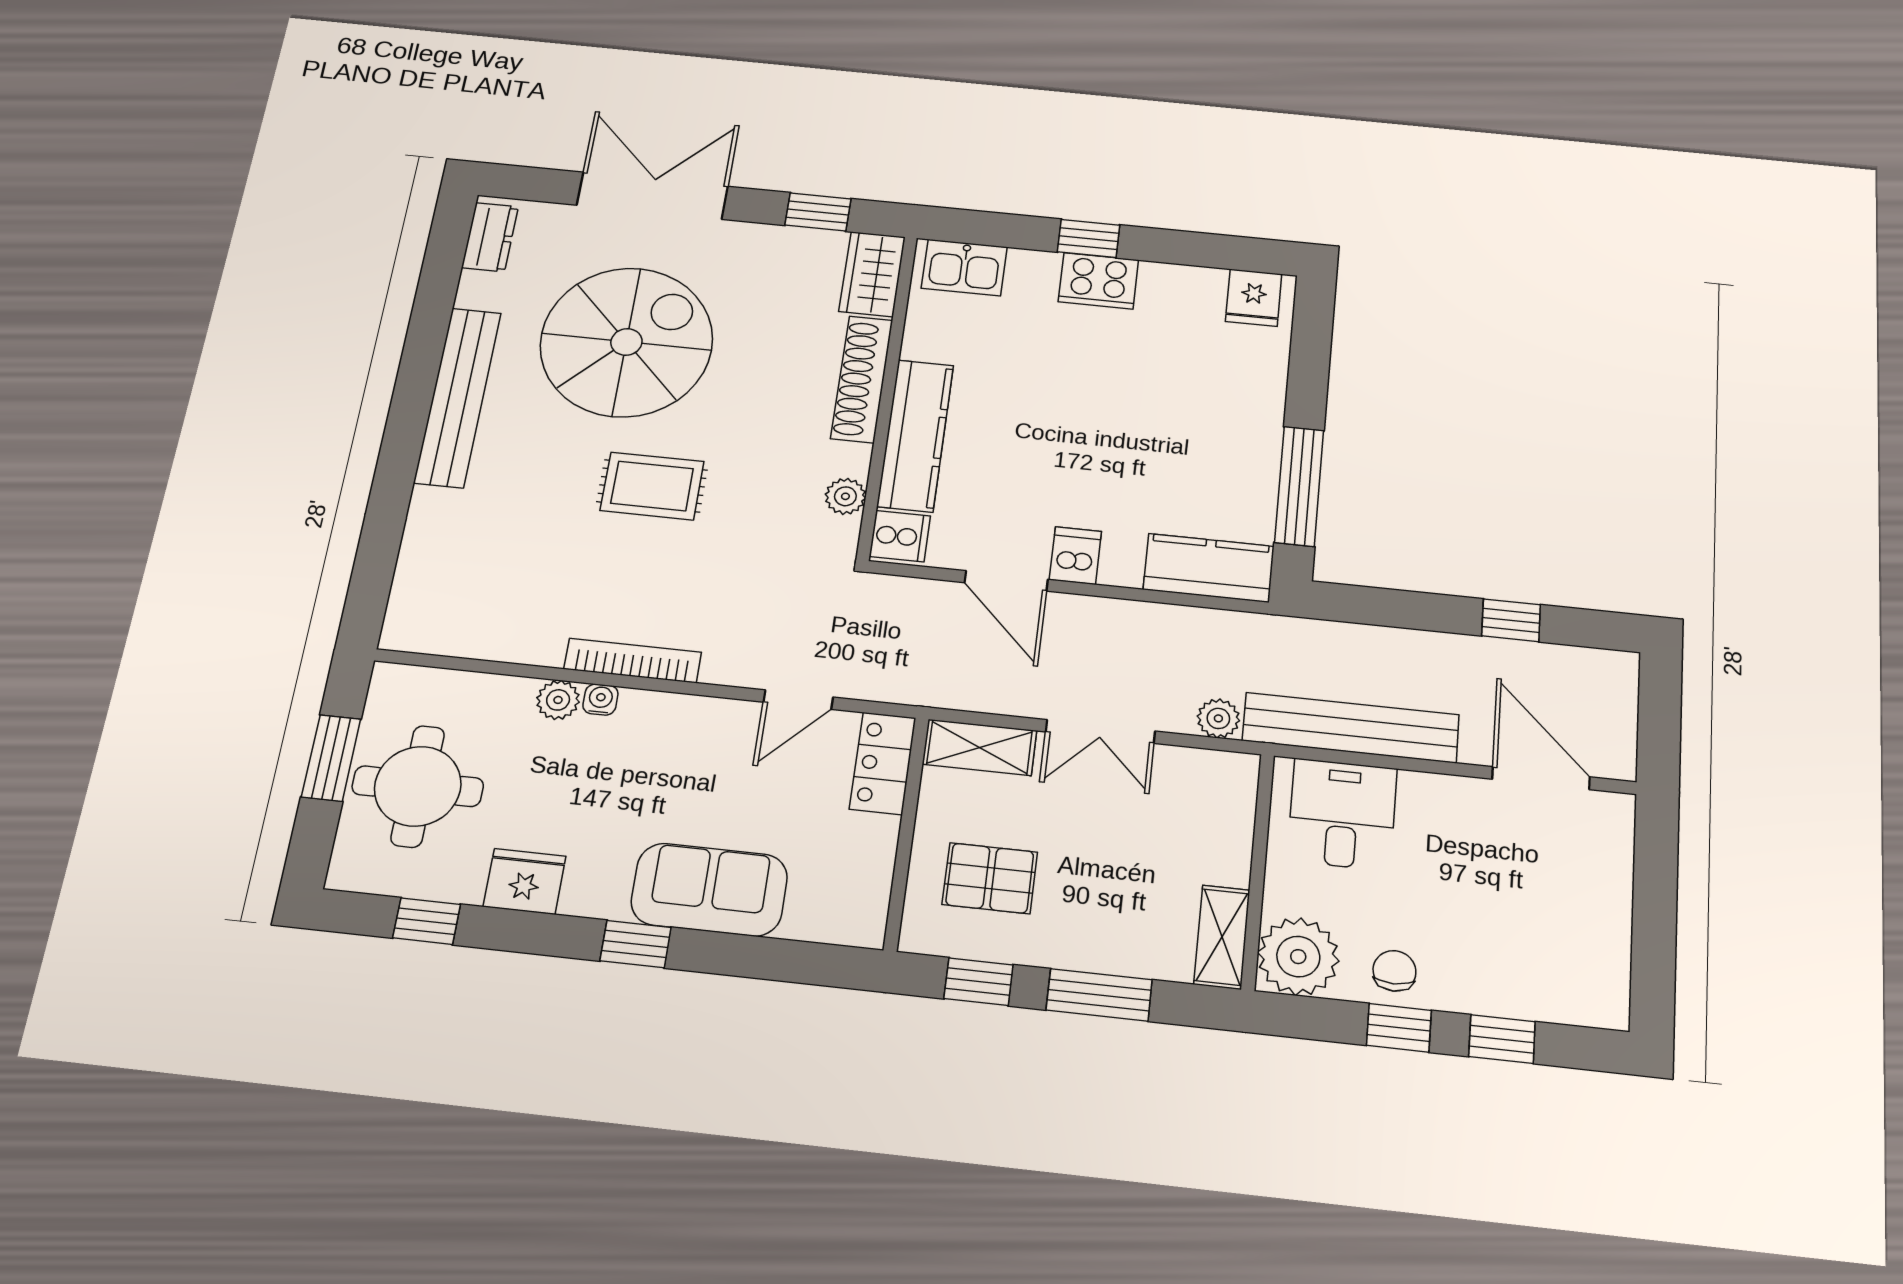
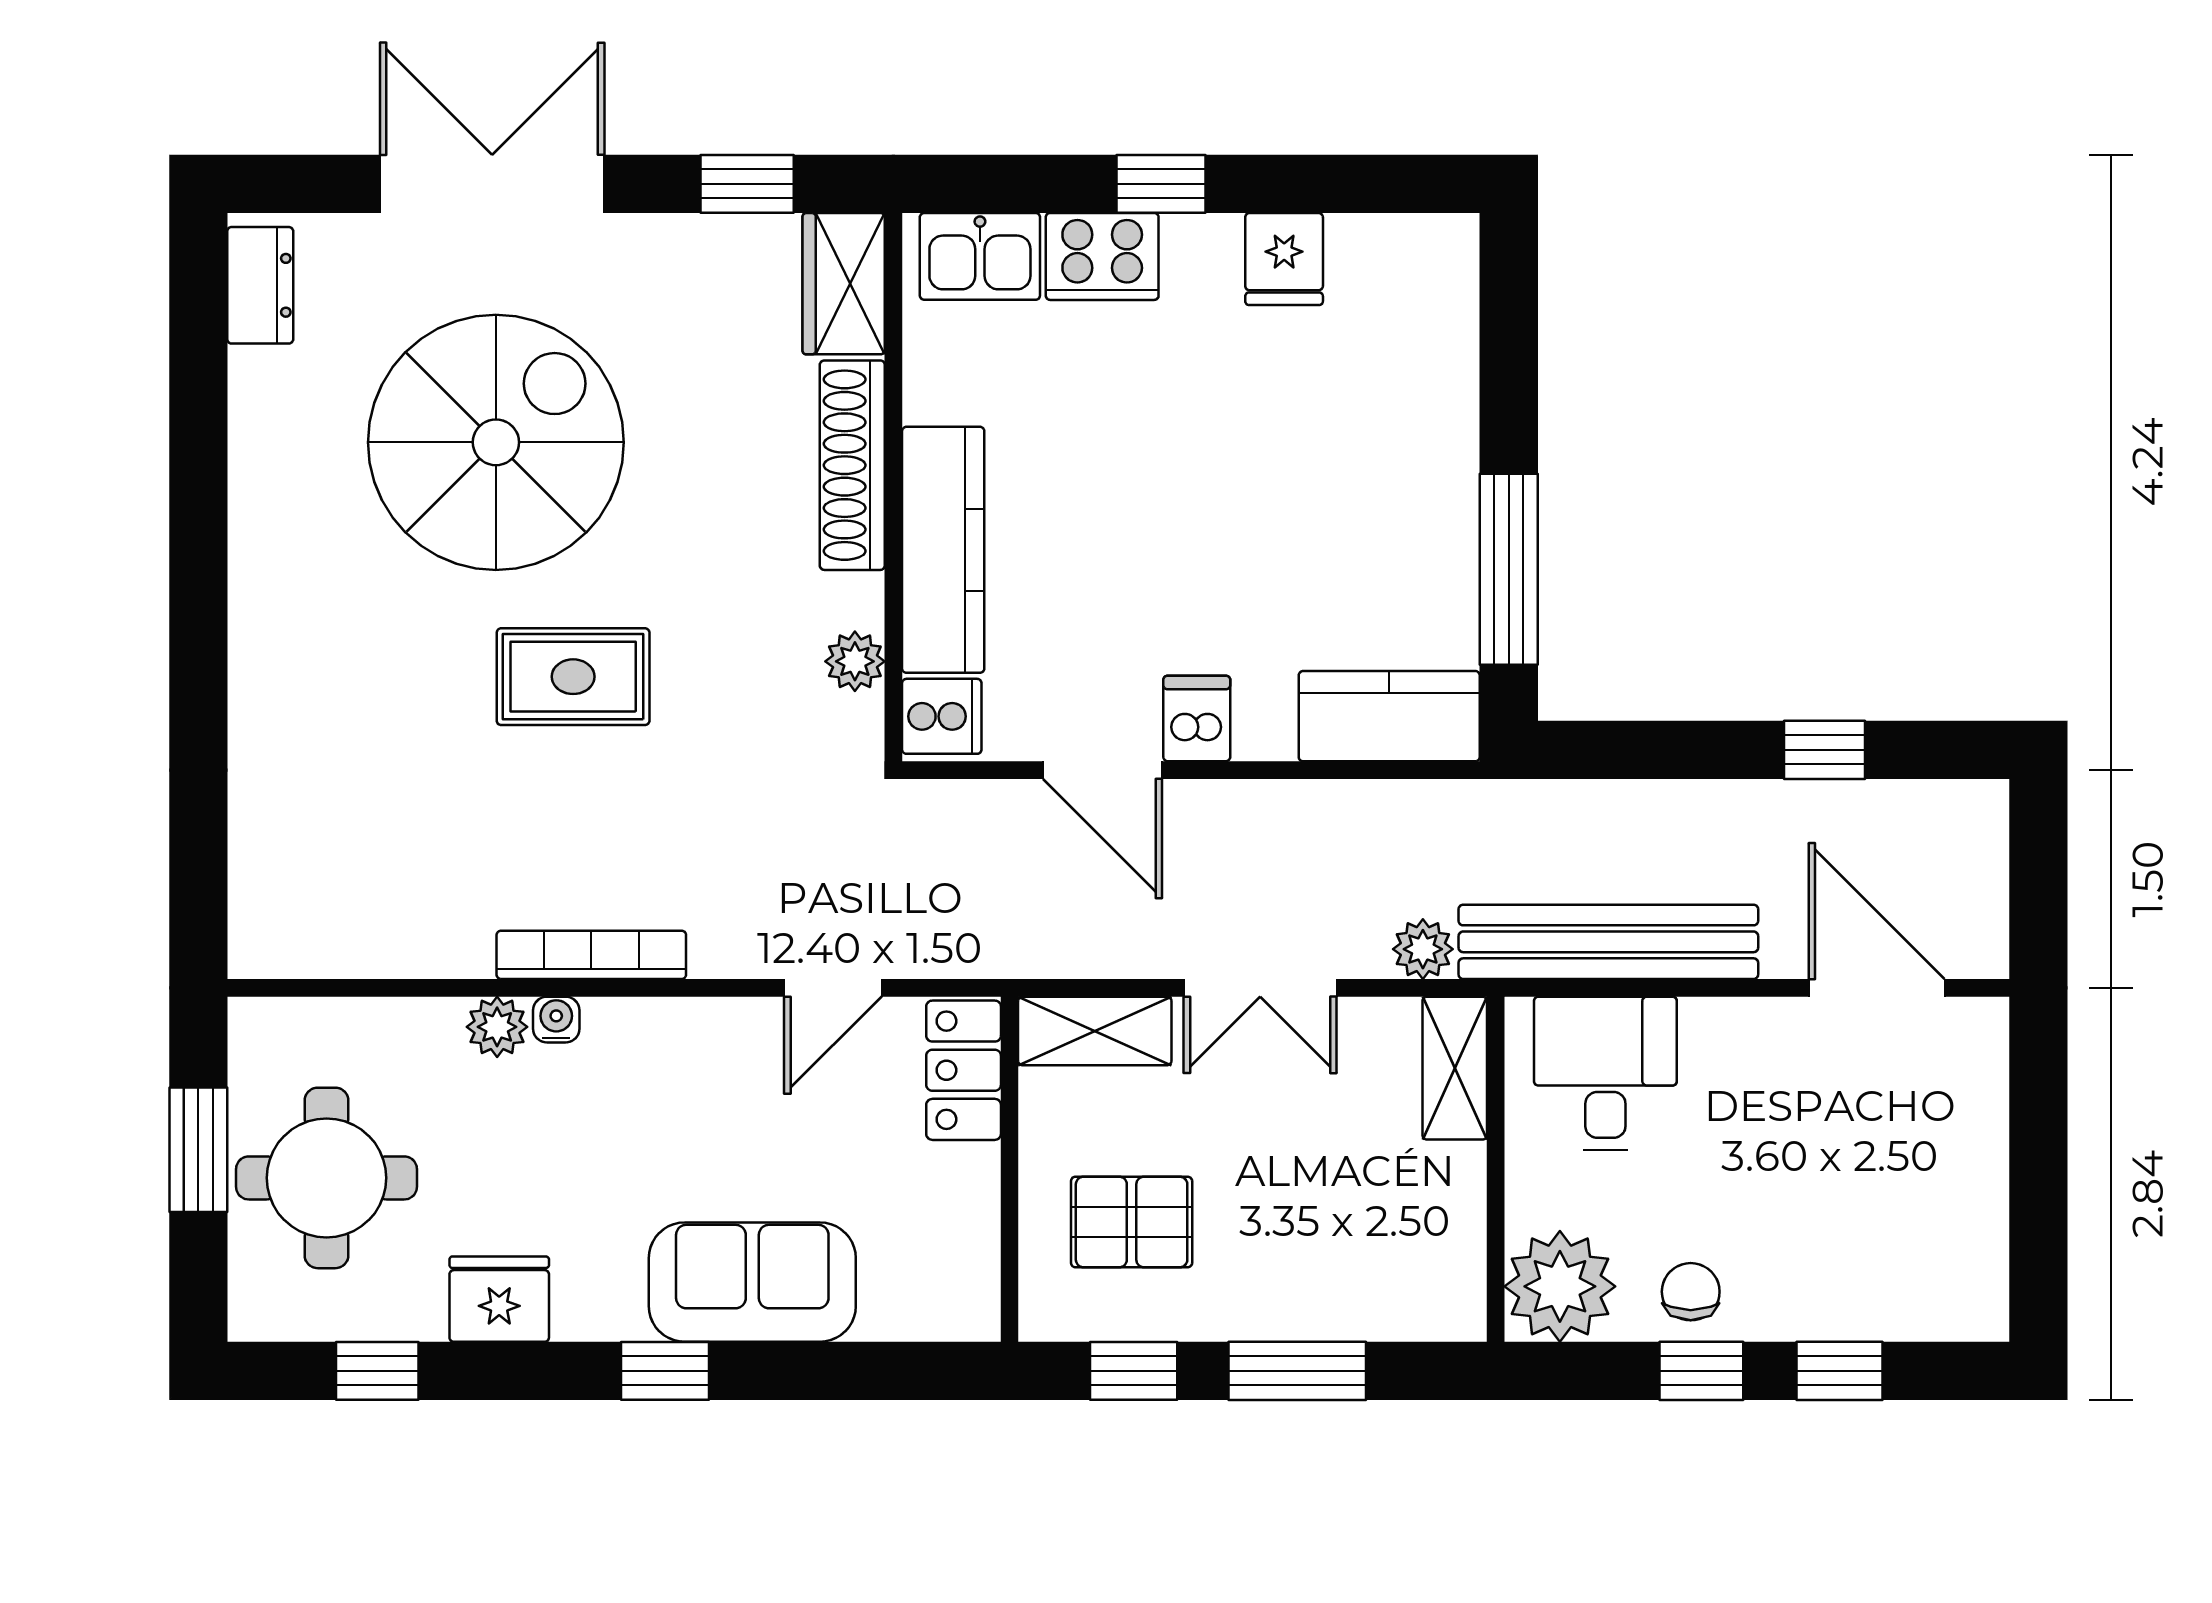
cooker: (1098, 281) -> (1102, 256), moved
fridge: (1254, 298) -> (1284, 259), moved
bench: (458, 397) -> (264, 563), removed
shelving: (1222, 937) -> (1455, 1068), moved

